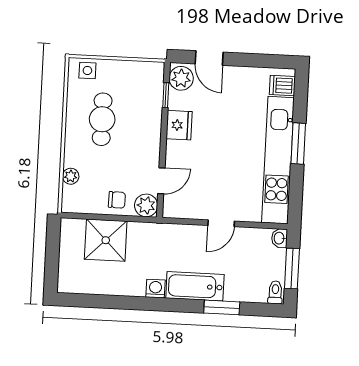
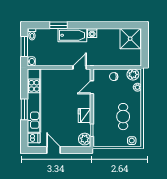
door: (209, 58) -> (54, 150), moved
plant: (146, 205) -> (133, 74), moved
door: (221, 223) -> (80, 67), moved
shower: (106, 240) -> (130, 39), moved

